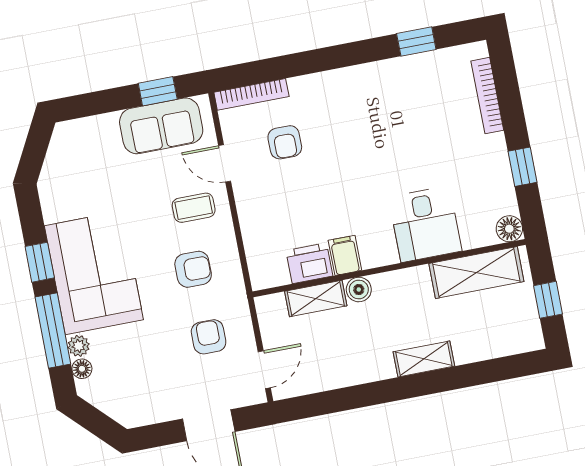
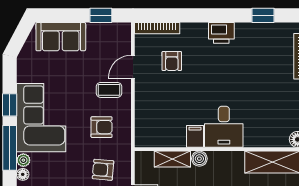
sofa: (161, 126) -> (61, 37), moved
door: (225, 163) -> (133, 67), hinge flipped
desk: (425, 224) -> (224, 127), moved
printer: (309, 263) -> (221, 33), moved, turned 180
armchair: (209, 337) -> (103, 170), turned -85

